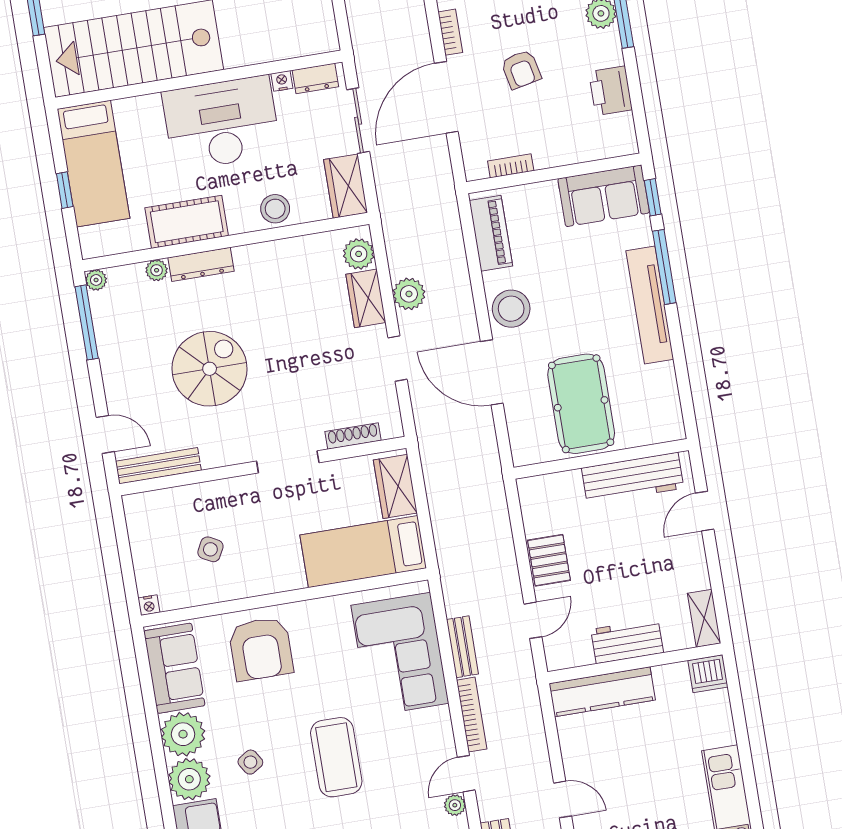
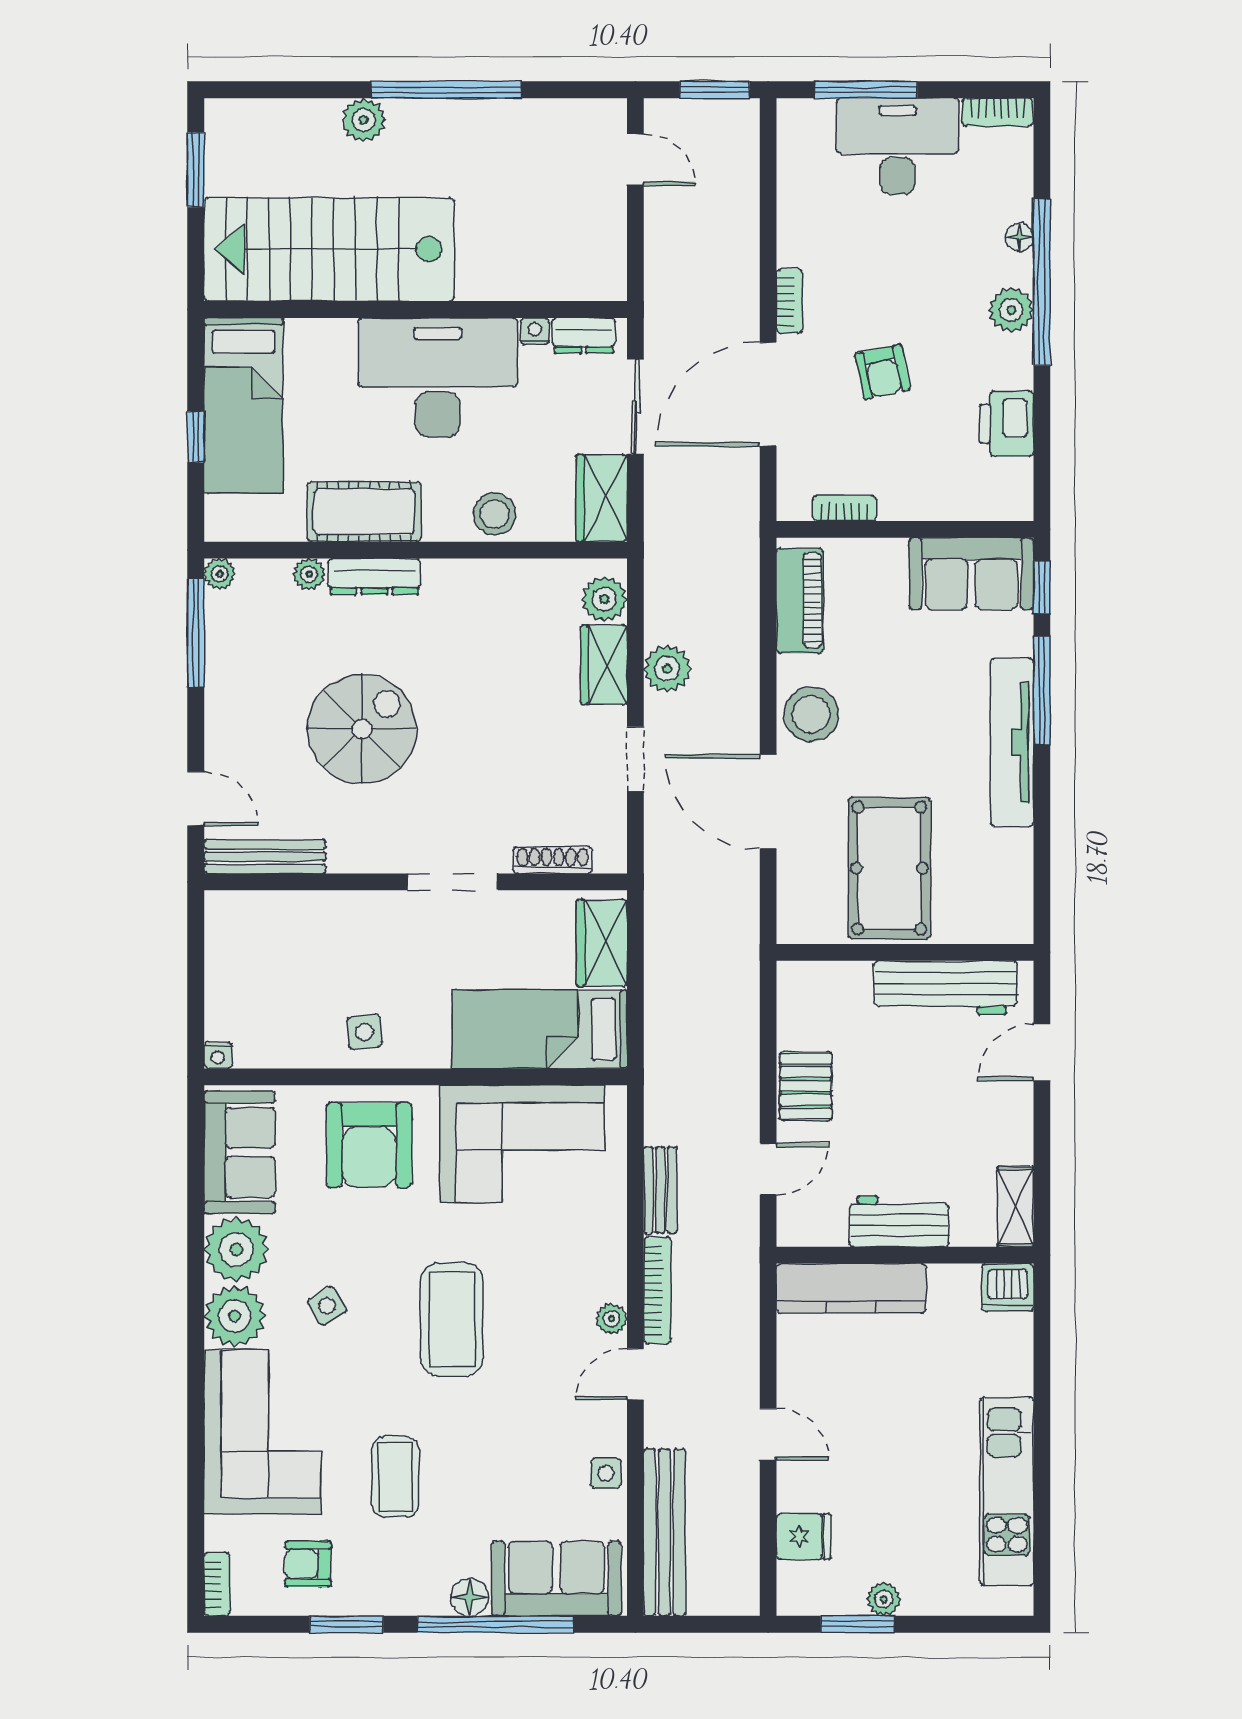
side table: (210, 549) -> (364, 1032), moved, turned -34
corner sofa: (400, 654) -> (522, 1144), moved, turned -90
plant: (455, 805) -> (611, 1319), moved

